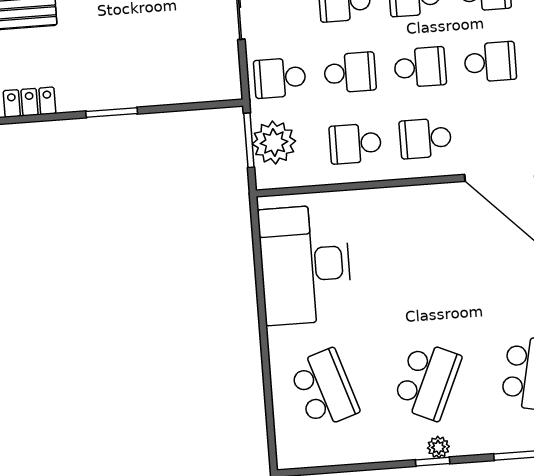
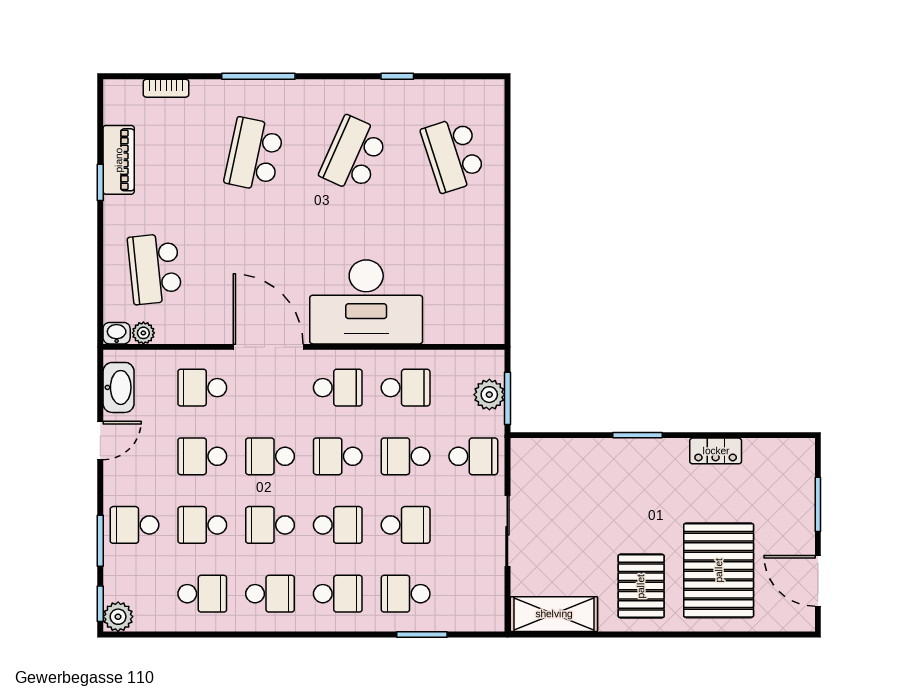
plant: (274, 142) -> (489, 395), width x0.73, depth x0.73
desk: (305, 265) -> (366, 302), moved, turned 90
plant: (438, 447) -> (348, 90), removed
window: (433, 462) -> (397, 76), moved

